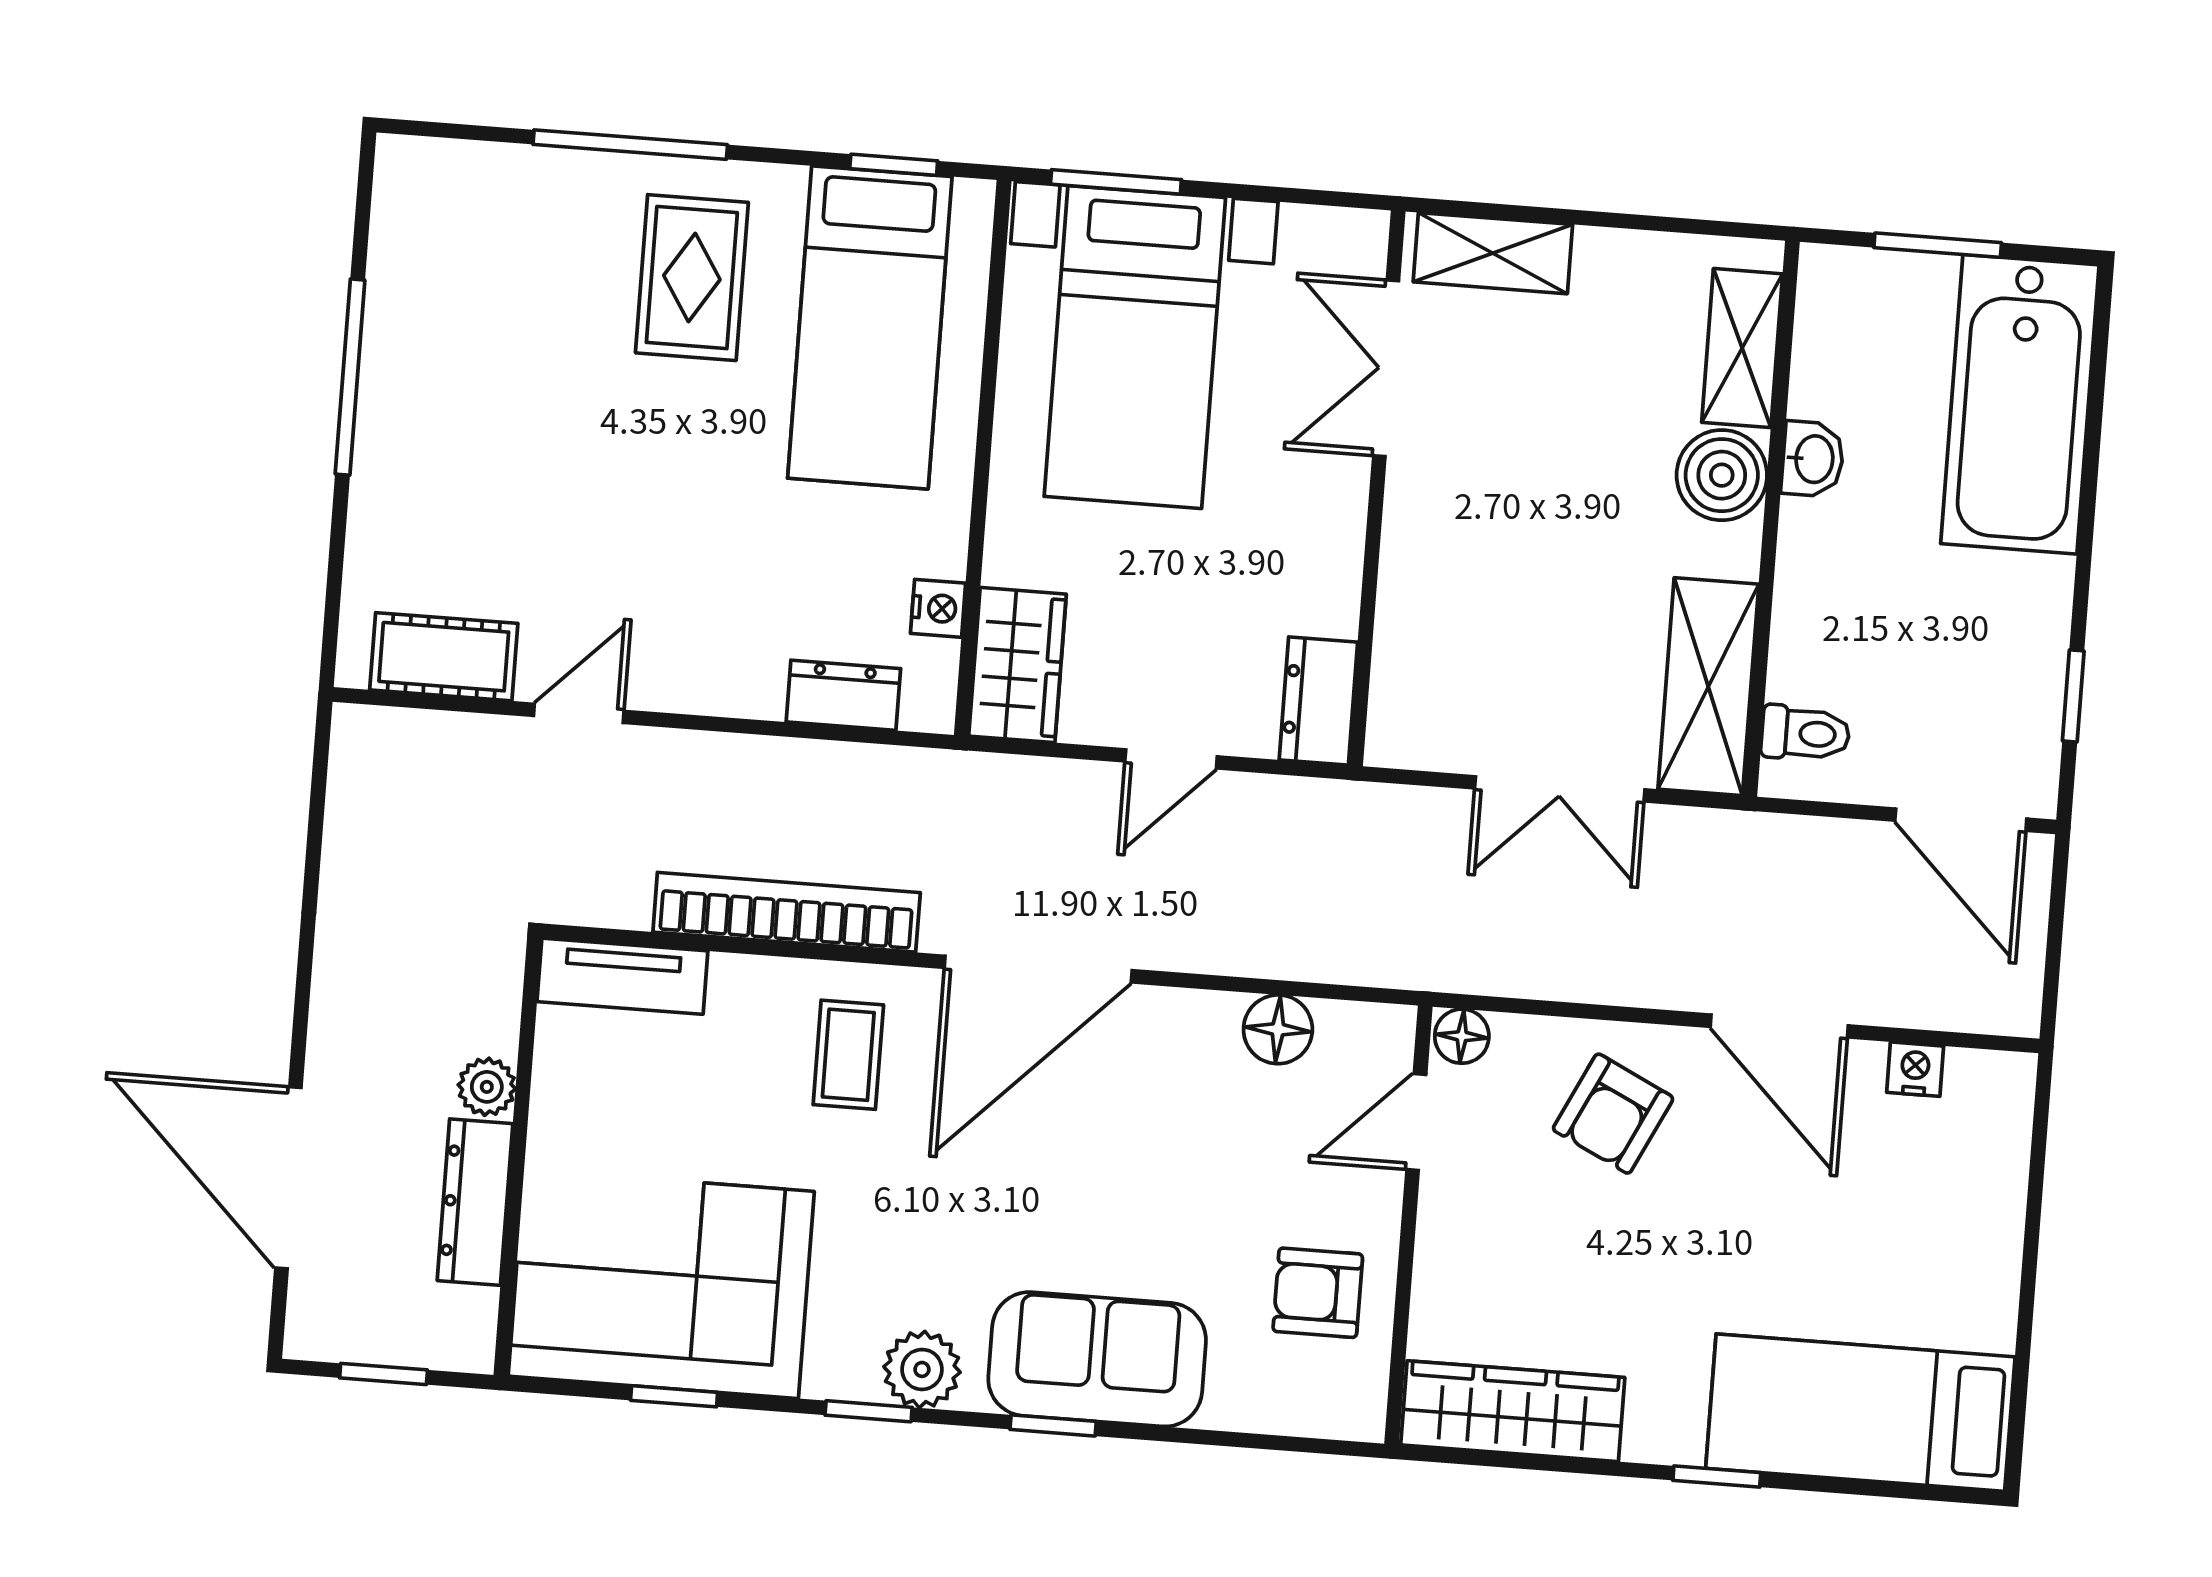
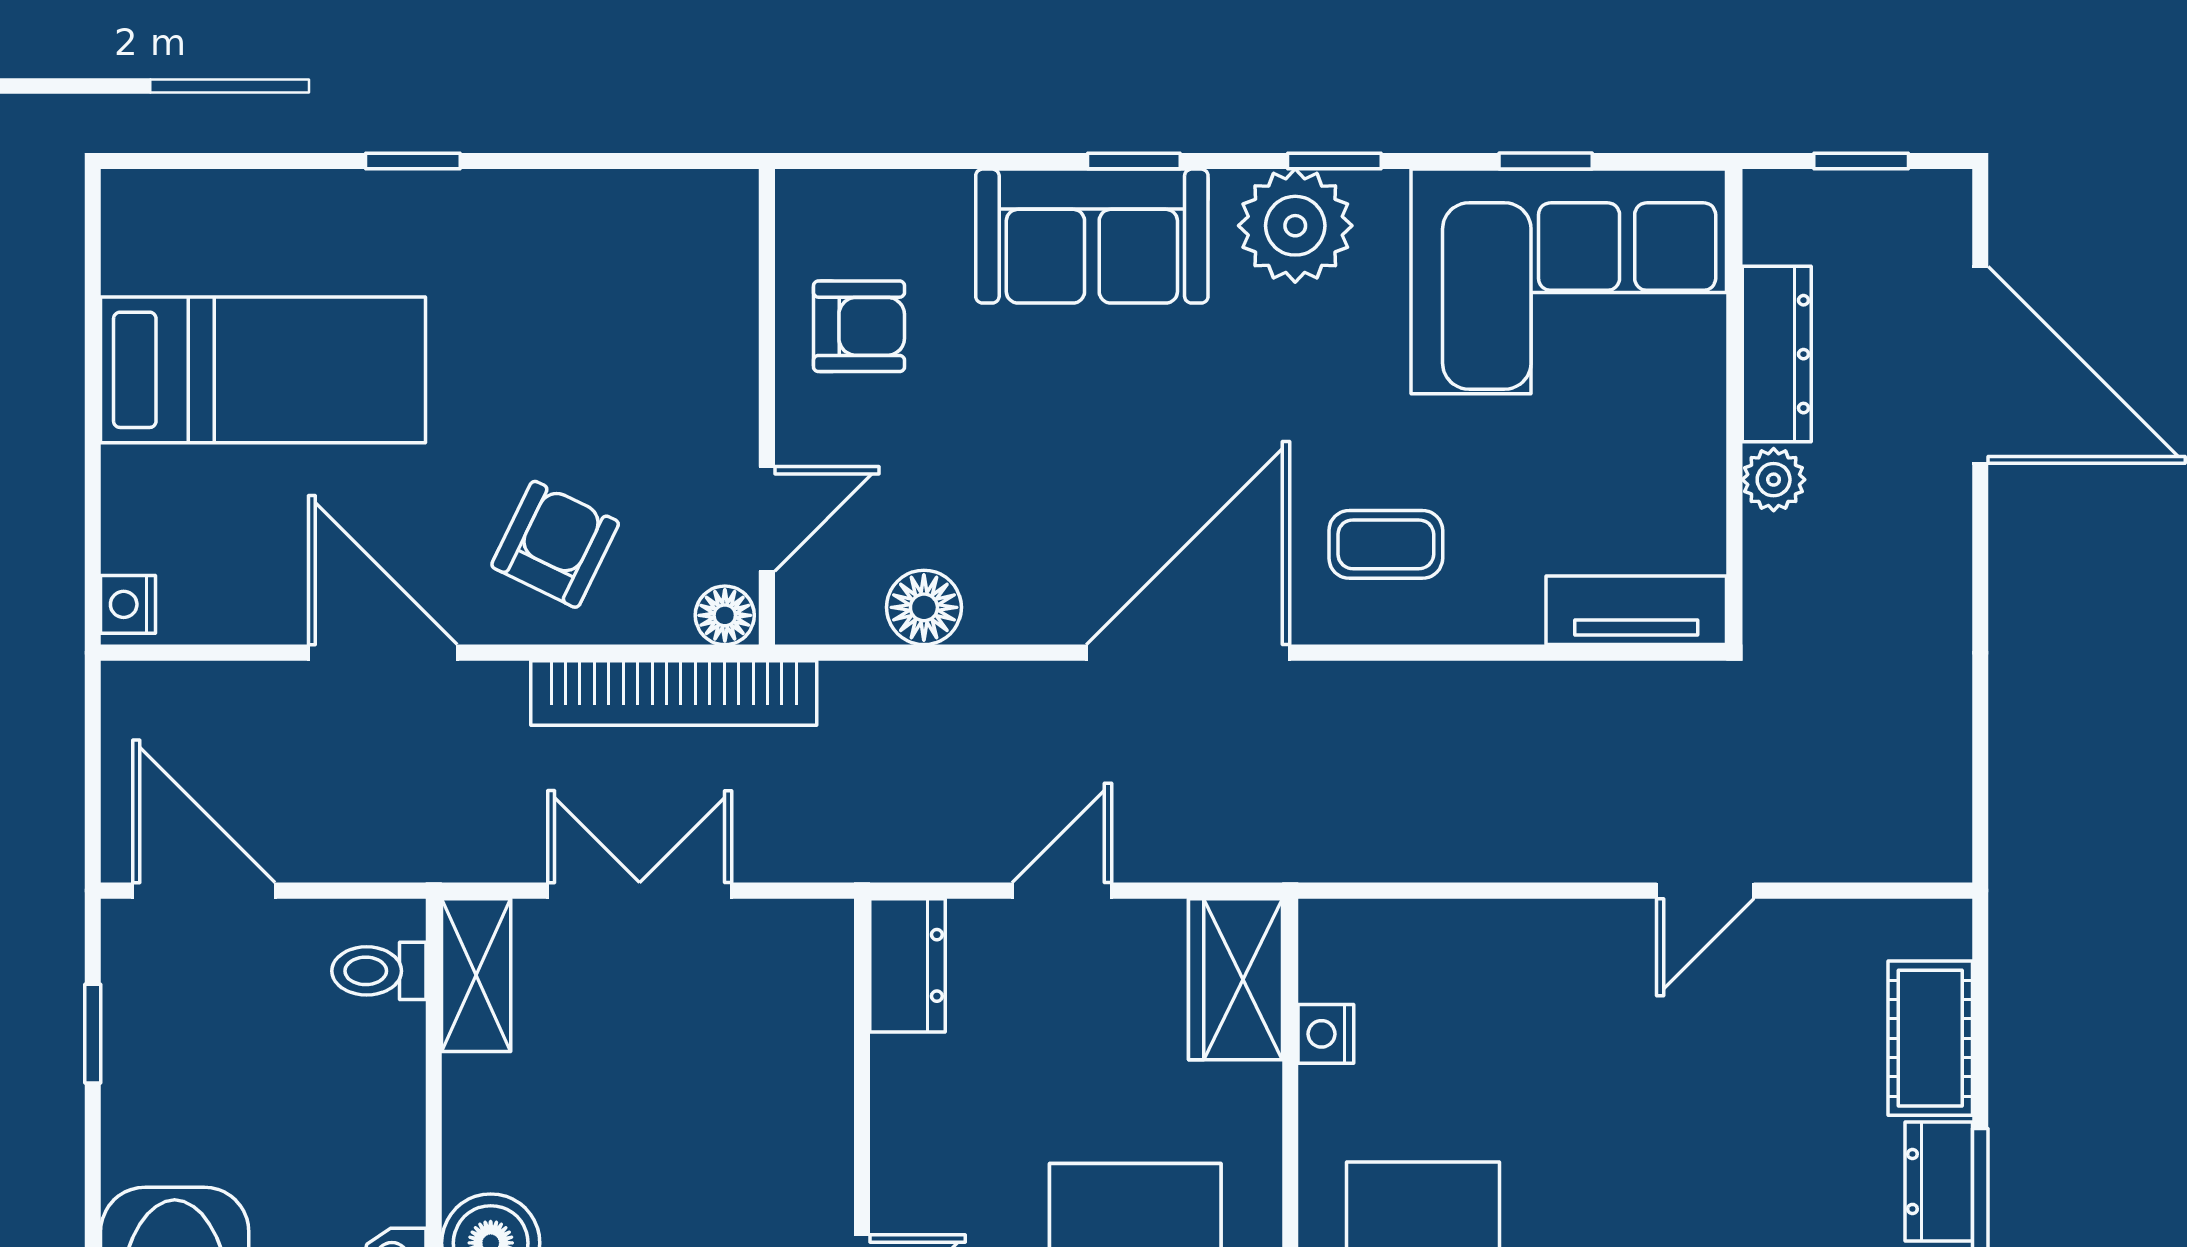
cot: (444, 657) -> (1930, 1038), moved, turned 90
shelving: (1708, 687) -> (476, 975), width x0.67, depth x0.75
dresser: (843, 695) -> (1939, 1181), moved, turned 90
bookcase: (787, 912) -> (674, 693), moved
coffee table: (848, 1055) -> (1386, 544), turned 90
nightstand: (1915, 1069) -> (128, 604), moved, turned 90
plant: (922, 1369) -> (1295, 226), width x1.36, depth x1.36
wardrobe: (1513, 1411) -> (639, 215), removed
bed: (1860, 1413) -> (263, 370), moved

